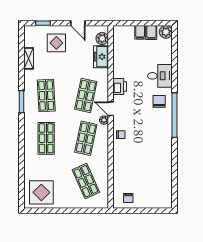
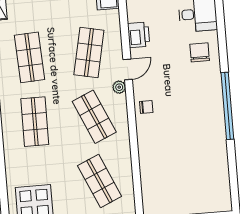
door: (111, 109) -> (128, 69), swing flipped
window: (175, 115) -> (227, 106), moved
shop shelf: (86, 138) -> (94, 117), turned -36
chair: (128, 198) -> (165, 201), removed

